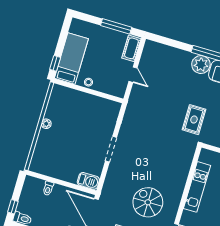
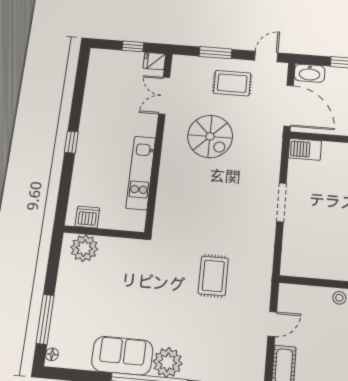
door: (133, 75) -> (272, 324), swing flipped
rug: (194, 120) -> (213, 276), moved

